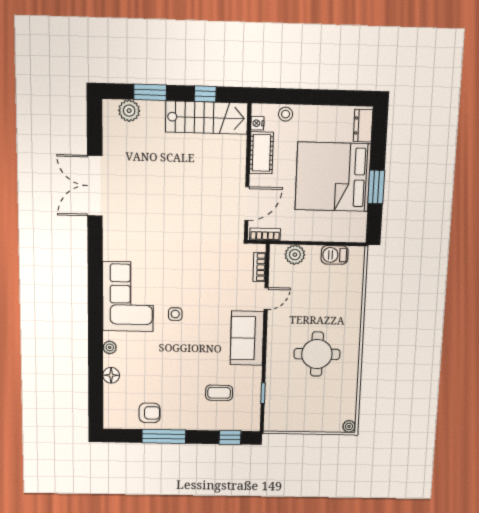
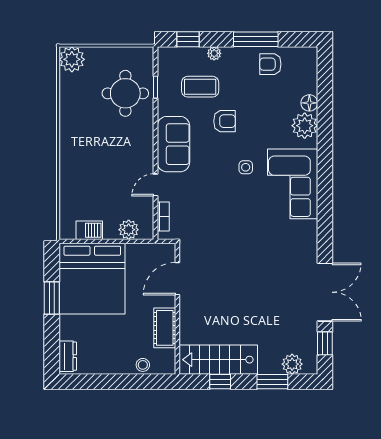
nightstand: (257, 123) -> (170, 356), removed
window: (95, 132) -> (325, 343), added
bed: (333, 177) -> (92, 279), moved, turned 90
bookcase: (265, 234) -> (159, 249), removed
plant: (110, 347) -> (305, 126), width x1.88, depth x1.88
round table: (317, 354) -> (125, 93), moved
armchair: (196, 359) -> (224, 121), added
coffee table: (219, 393) -> (200, 87), width x1.36, depth x1.30
plant: (205, 424) -> (214, 53), added
plant: (349, 426) -> (72, 59), width x1.88, depth x1.88

